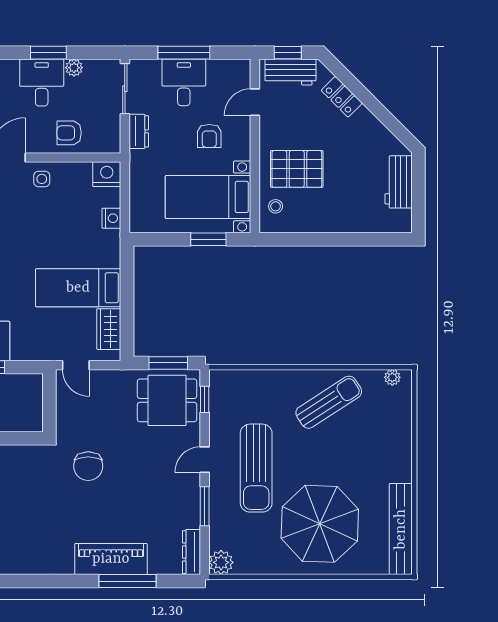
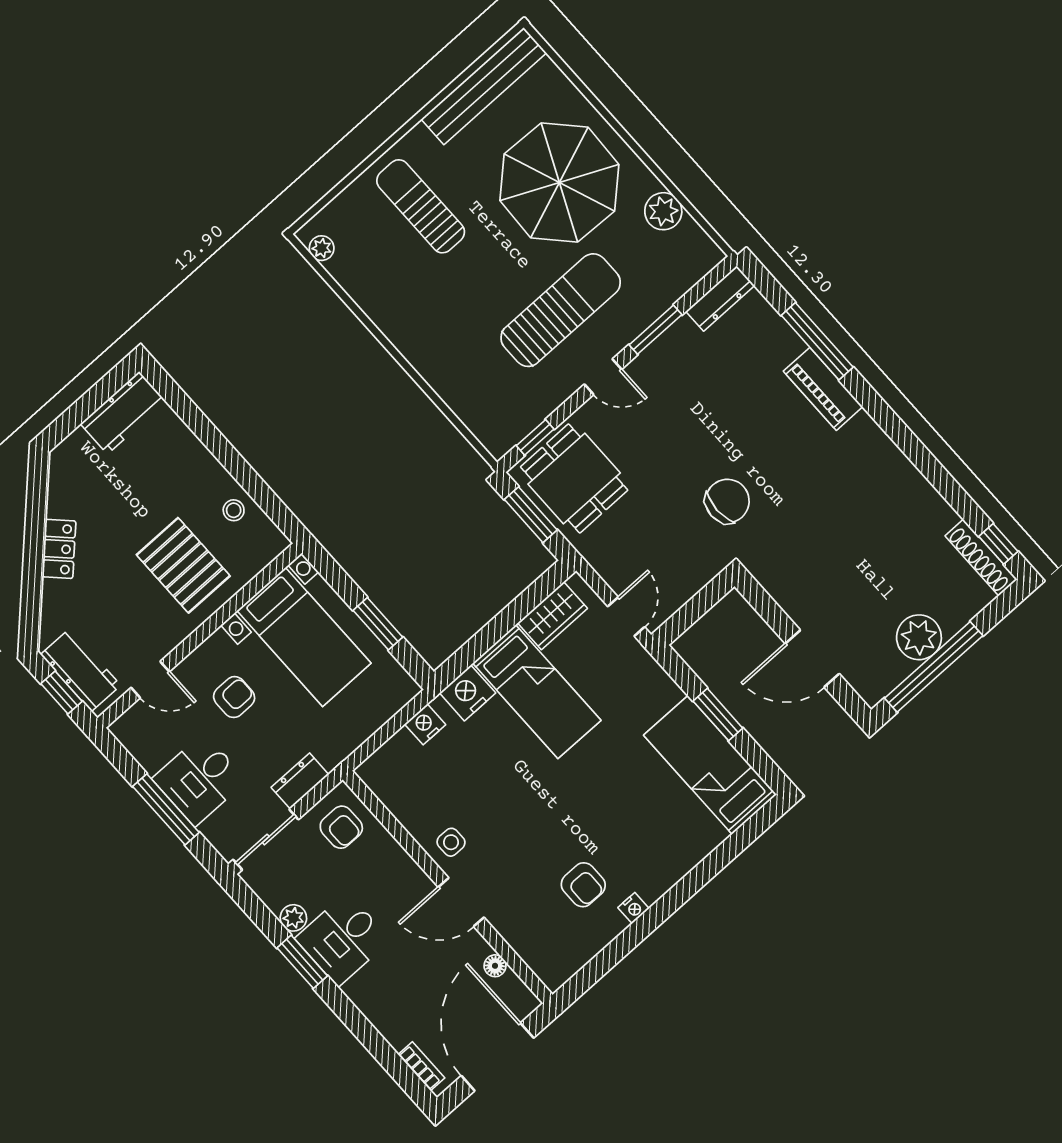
locker: (342, 97) -> (59, 549), moved
armchair: (69, 133) -> (341, 827), moved
nightstand: (107, 174) -> (468, 693), moved, turned 90
workbench: (399, 182) -> (123, 413), moved
stool: (276, 206) -> (234, 510), moved
window: (208, 239) -> (378, 624), moved
sun lounger: (329, 402) -> (421, 206), moved, turned 33
piano: (111, 559) -> (823, 389), width x0.73, depth x0.75
plant: (221, 562) -> (663, 211), moved

